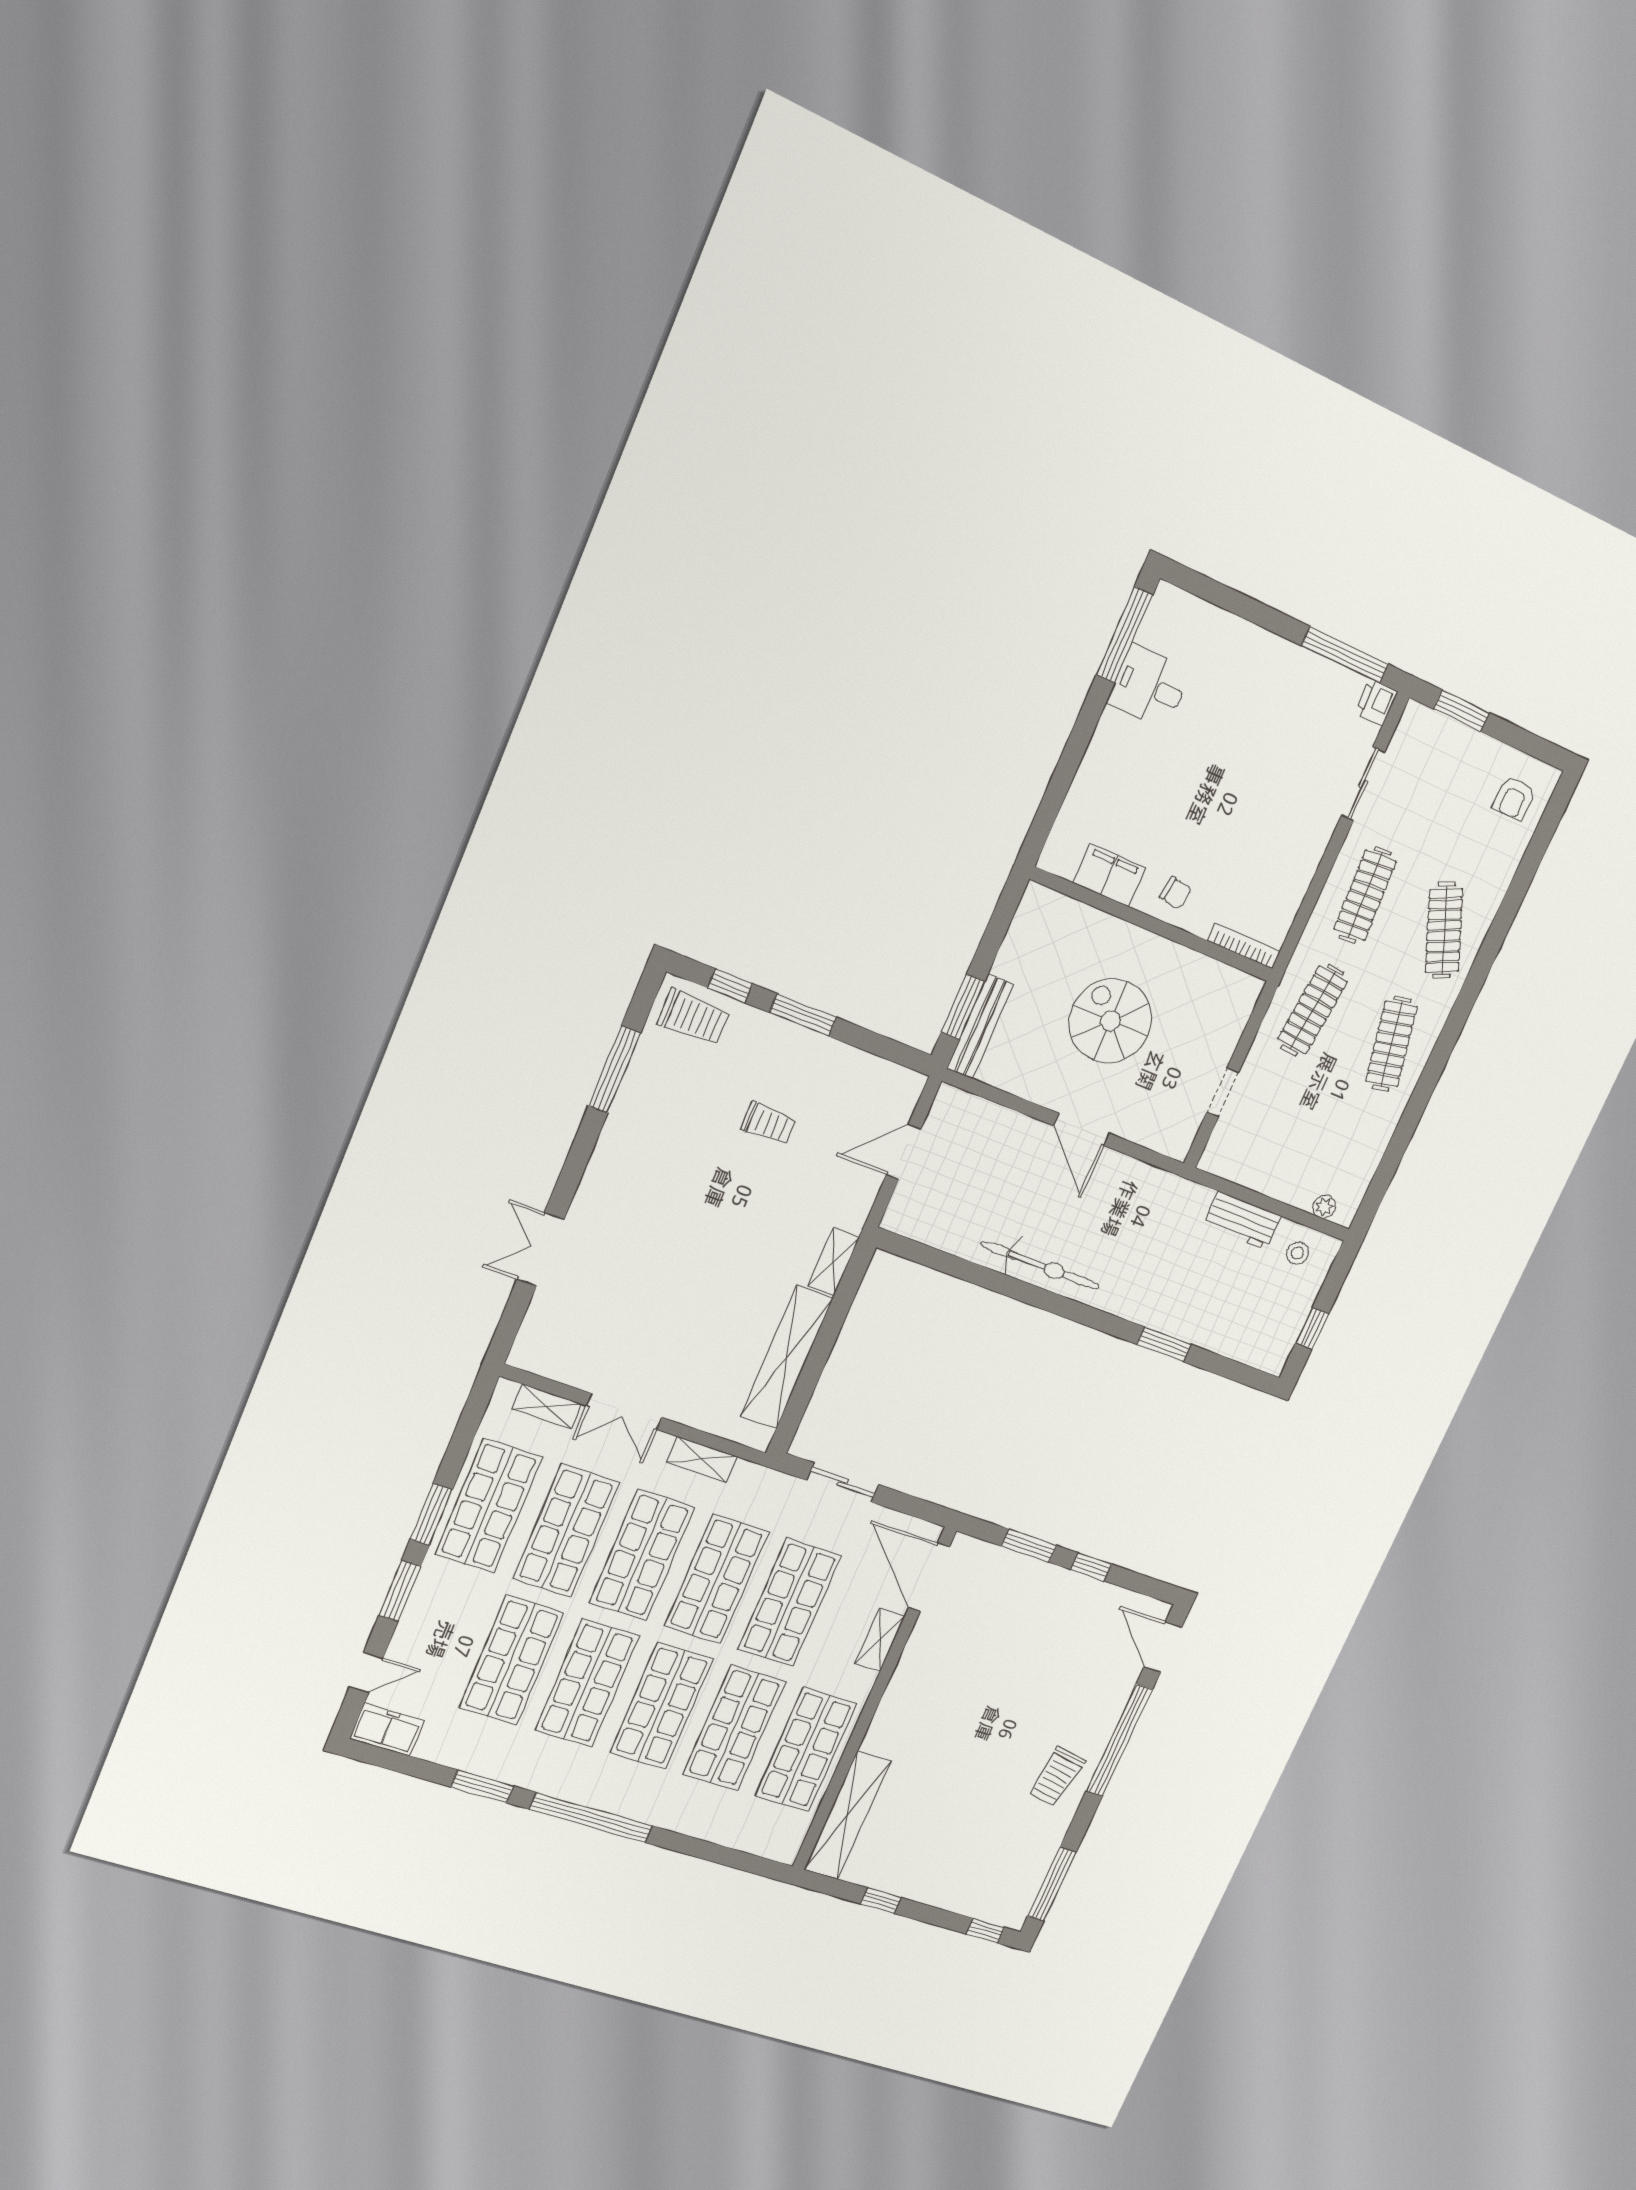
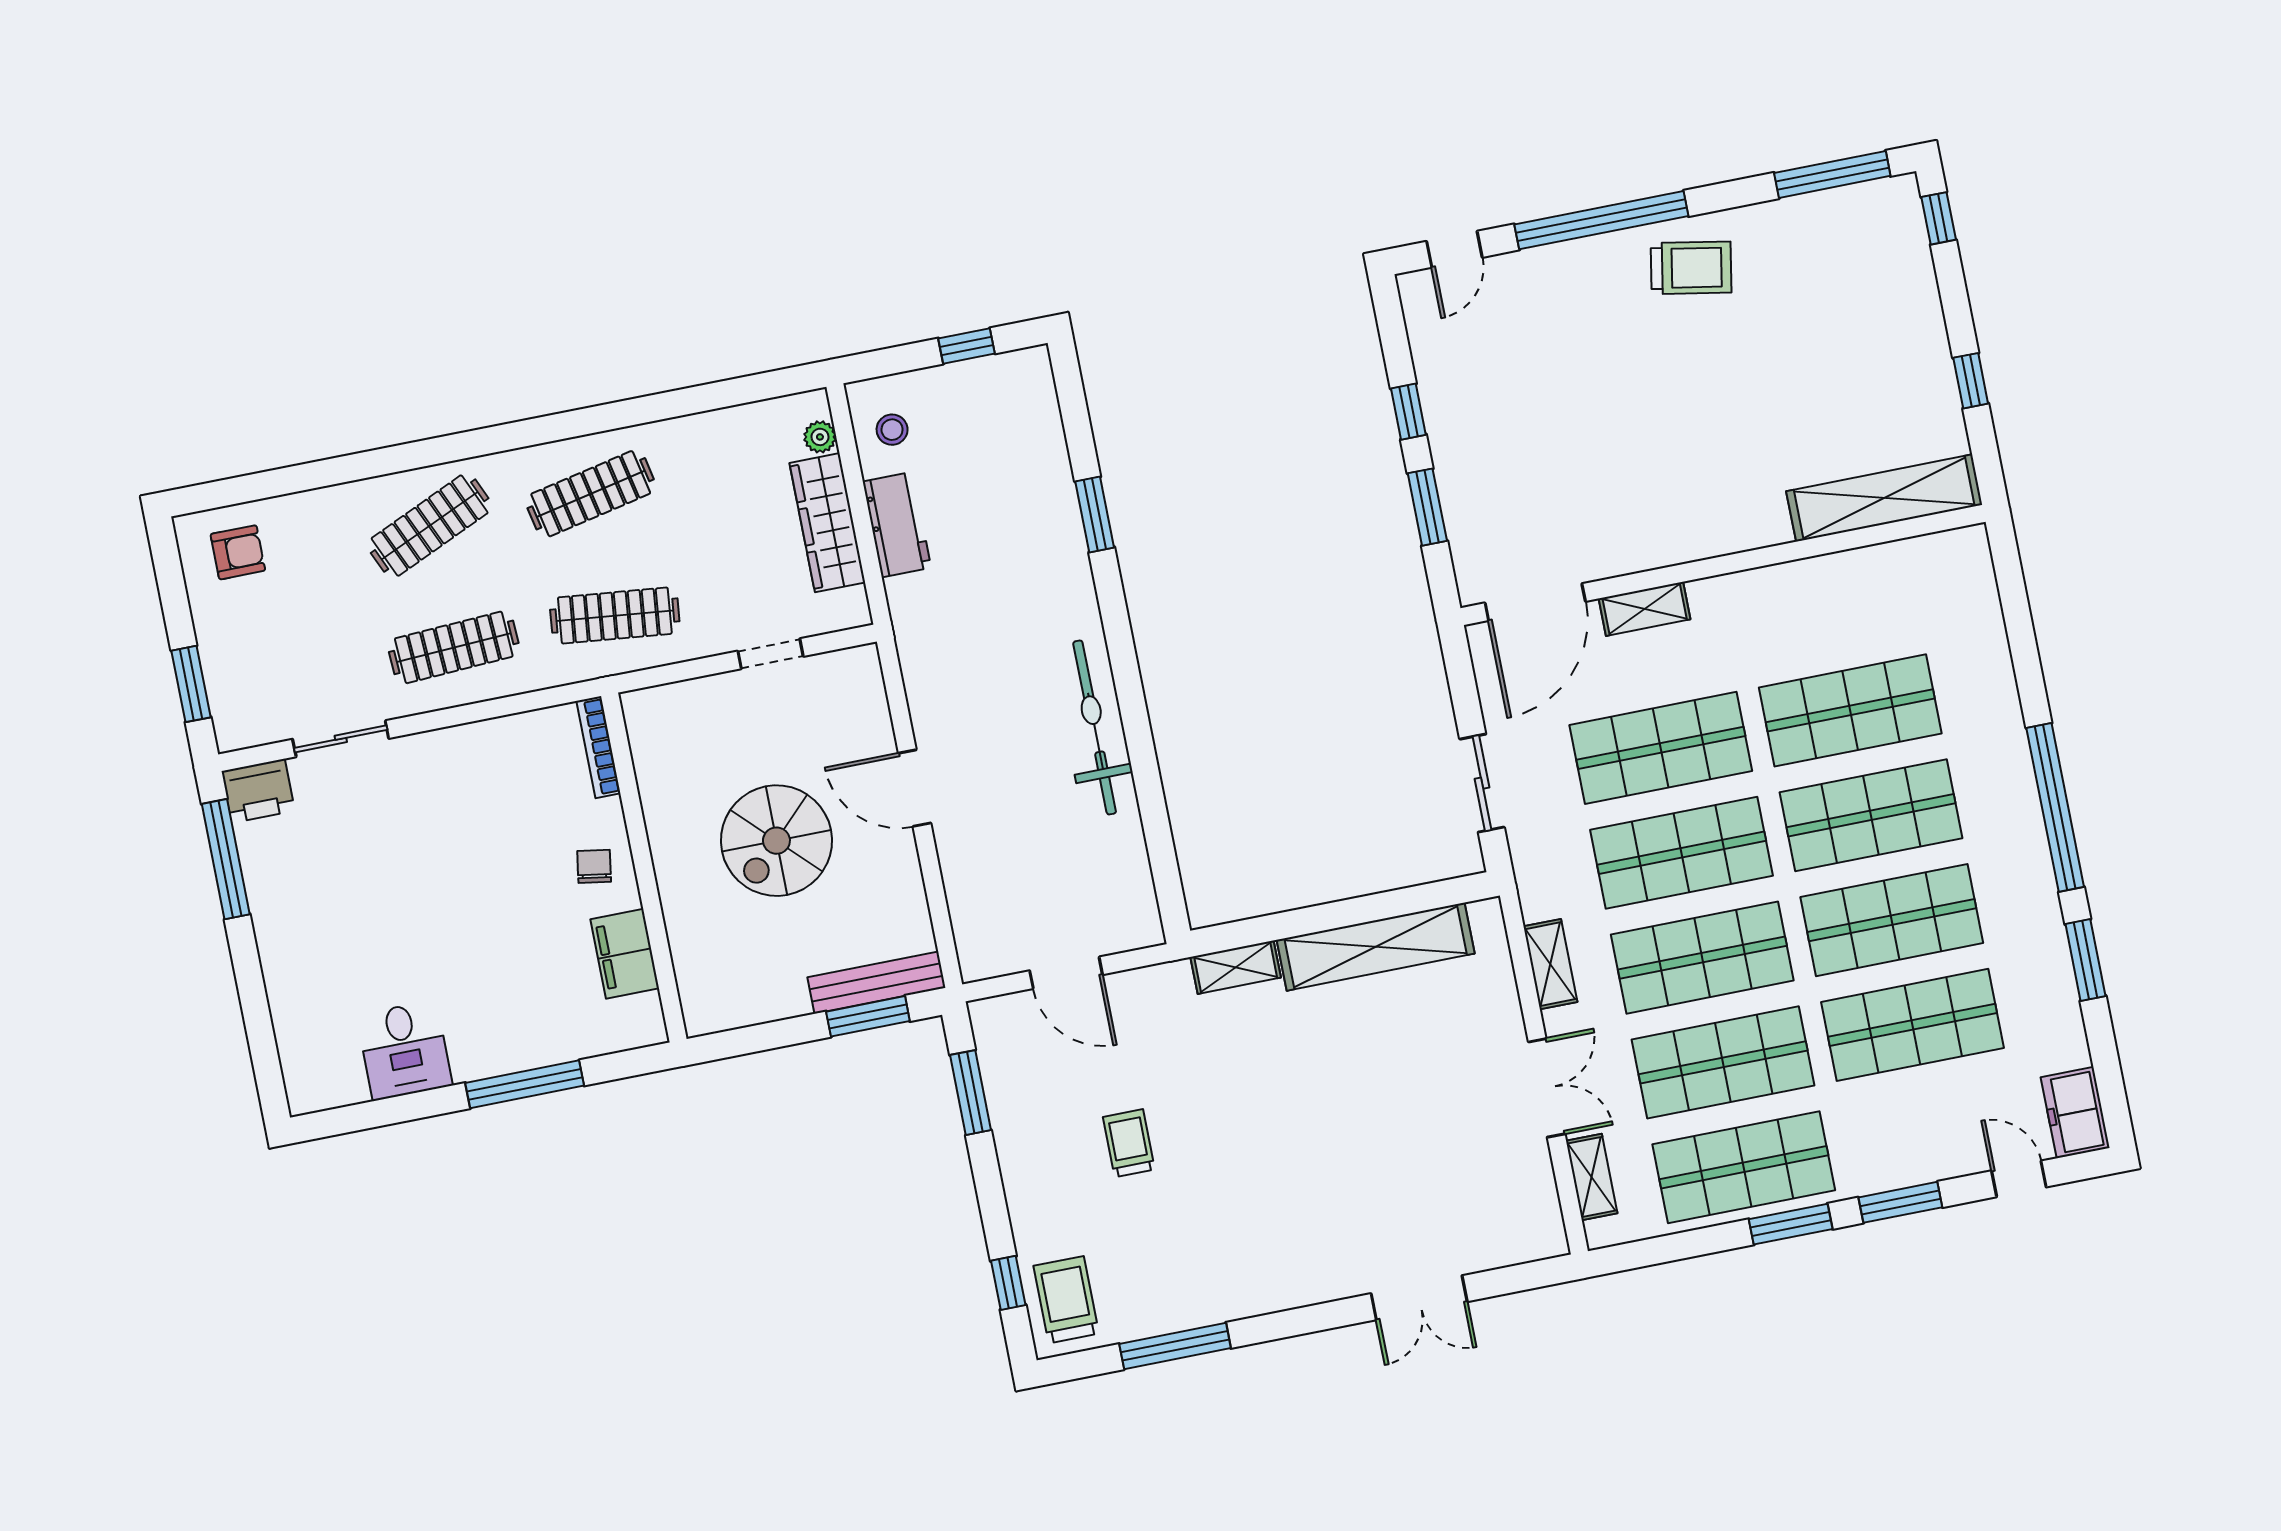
window: (1125, 635) -> (525, 1084), moved
printer: (1376, 702) -> (258, 791), width x1.36, depth x1.24
window: (803, 1015) -> (971, 1093), moved
door: (1082, 1129) -> (915, 788), swing flipped
wardrobe: (1273, 1179) -> (827, 523), added
door: (1163, 1647) -> (1454, 249), width x0.73
shop shelf: (806, 1750) -> (1829, 606), removed

